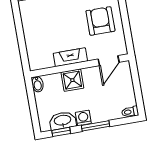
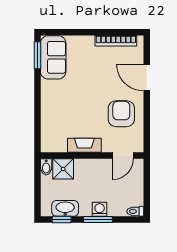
shower: (72, 80) -> (63, 169), moved
washing machine: (83, 118) -> (100, 209), moved

